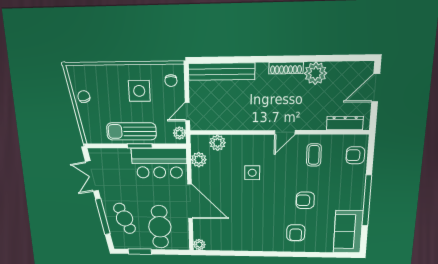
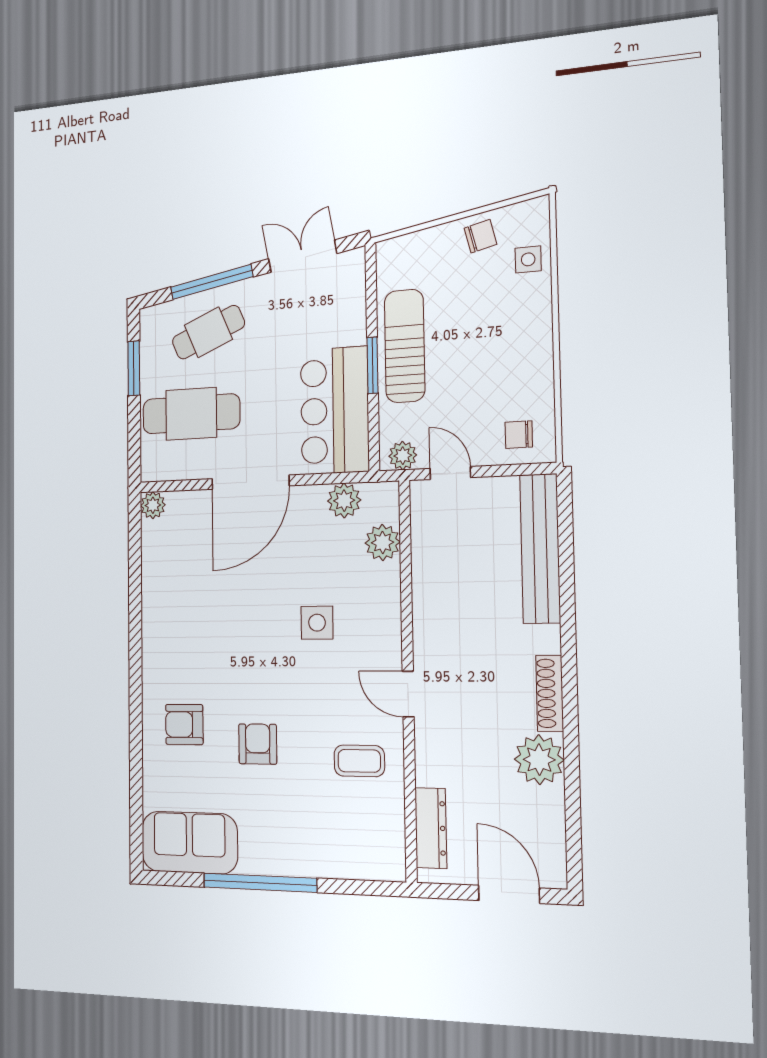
side table: (139, 91) -> (528, 259), moved, width x0.54, depth x0.54
armchair: (355, 155) -> (360, 854), removed

